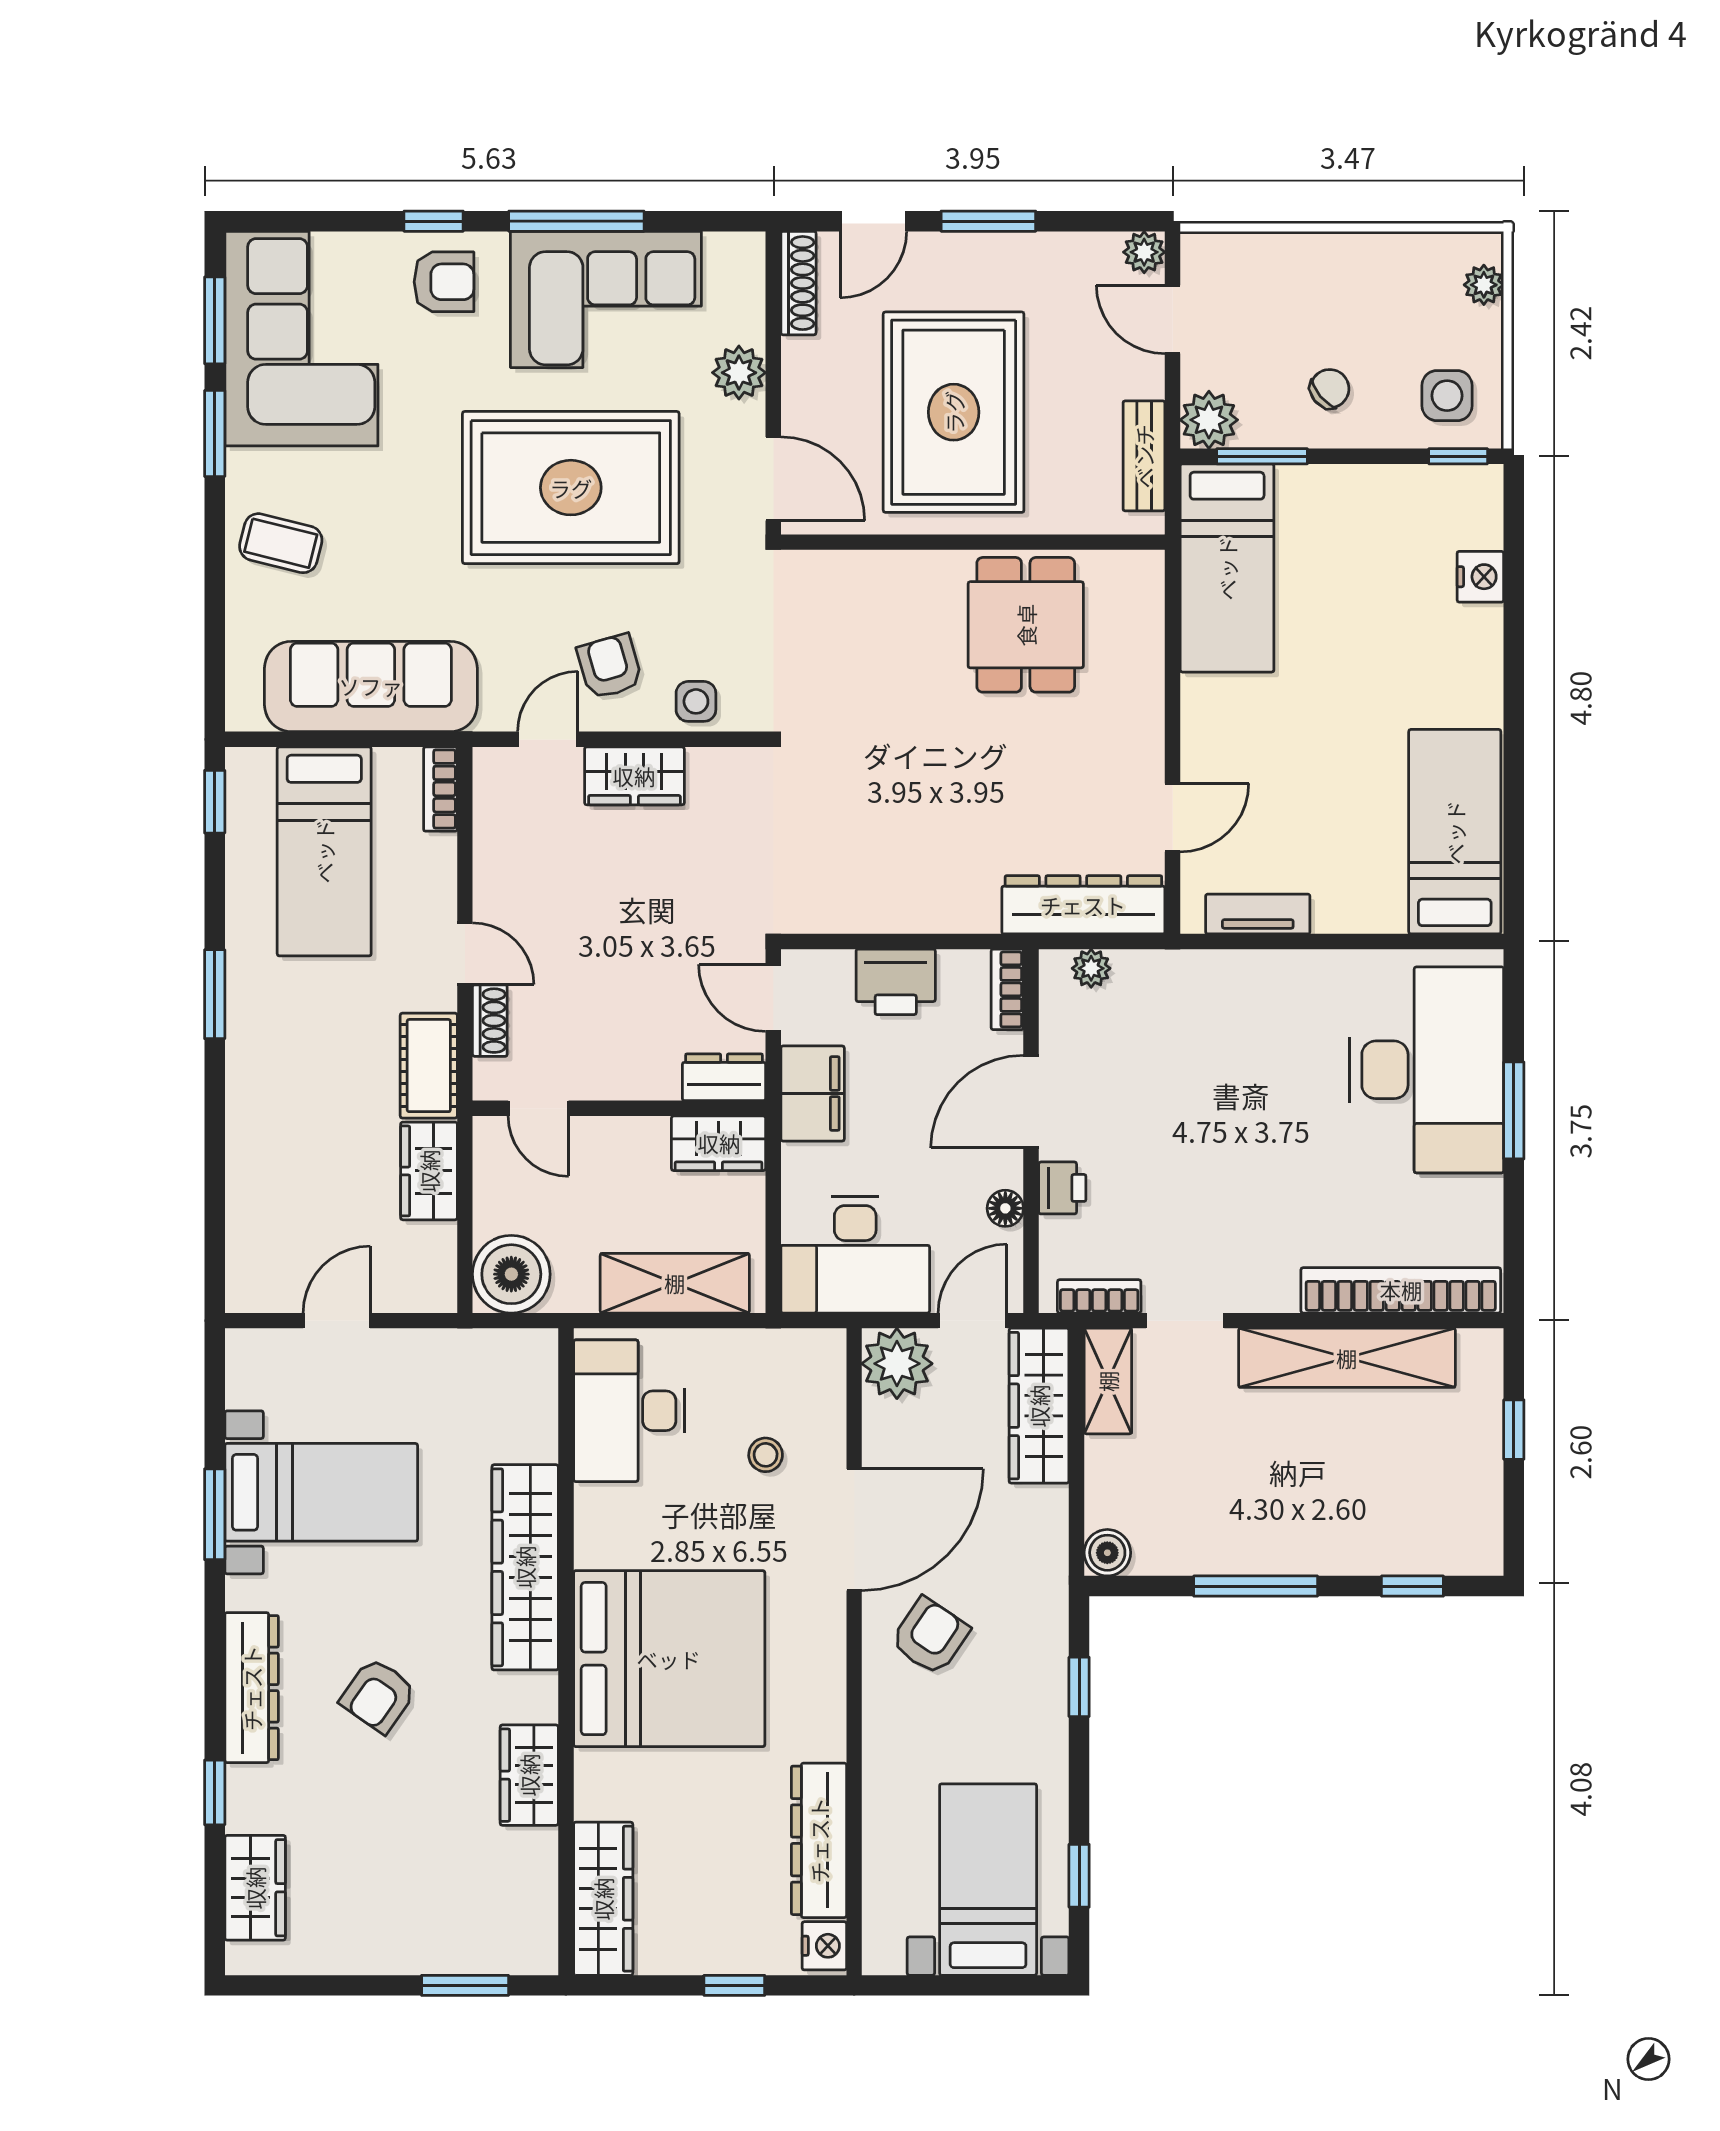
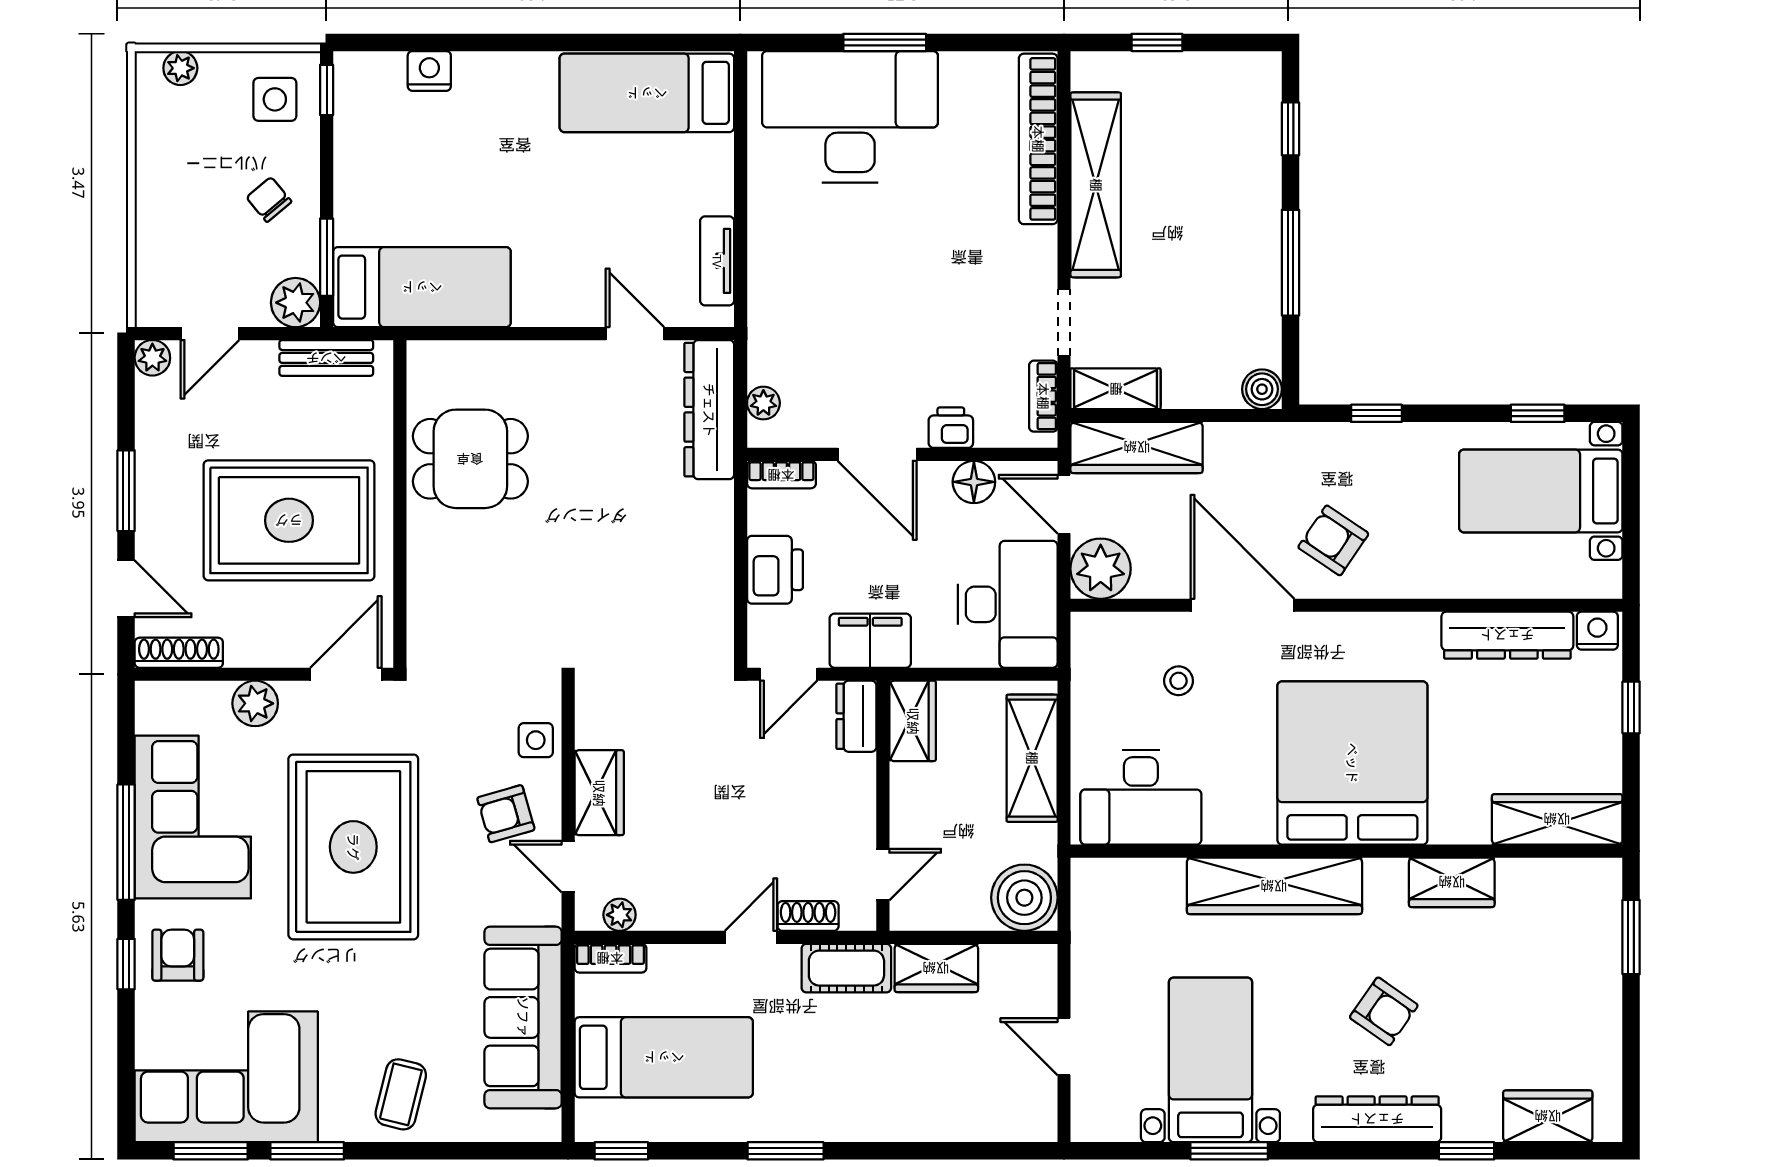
plant: (491, 800) -> (620, 915), added
floor lamp: (1005, 1208) -> (974, 482), width x1.37, depth x1.37

